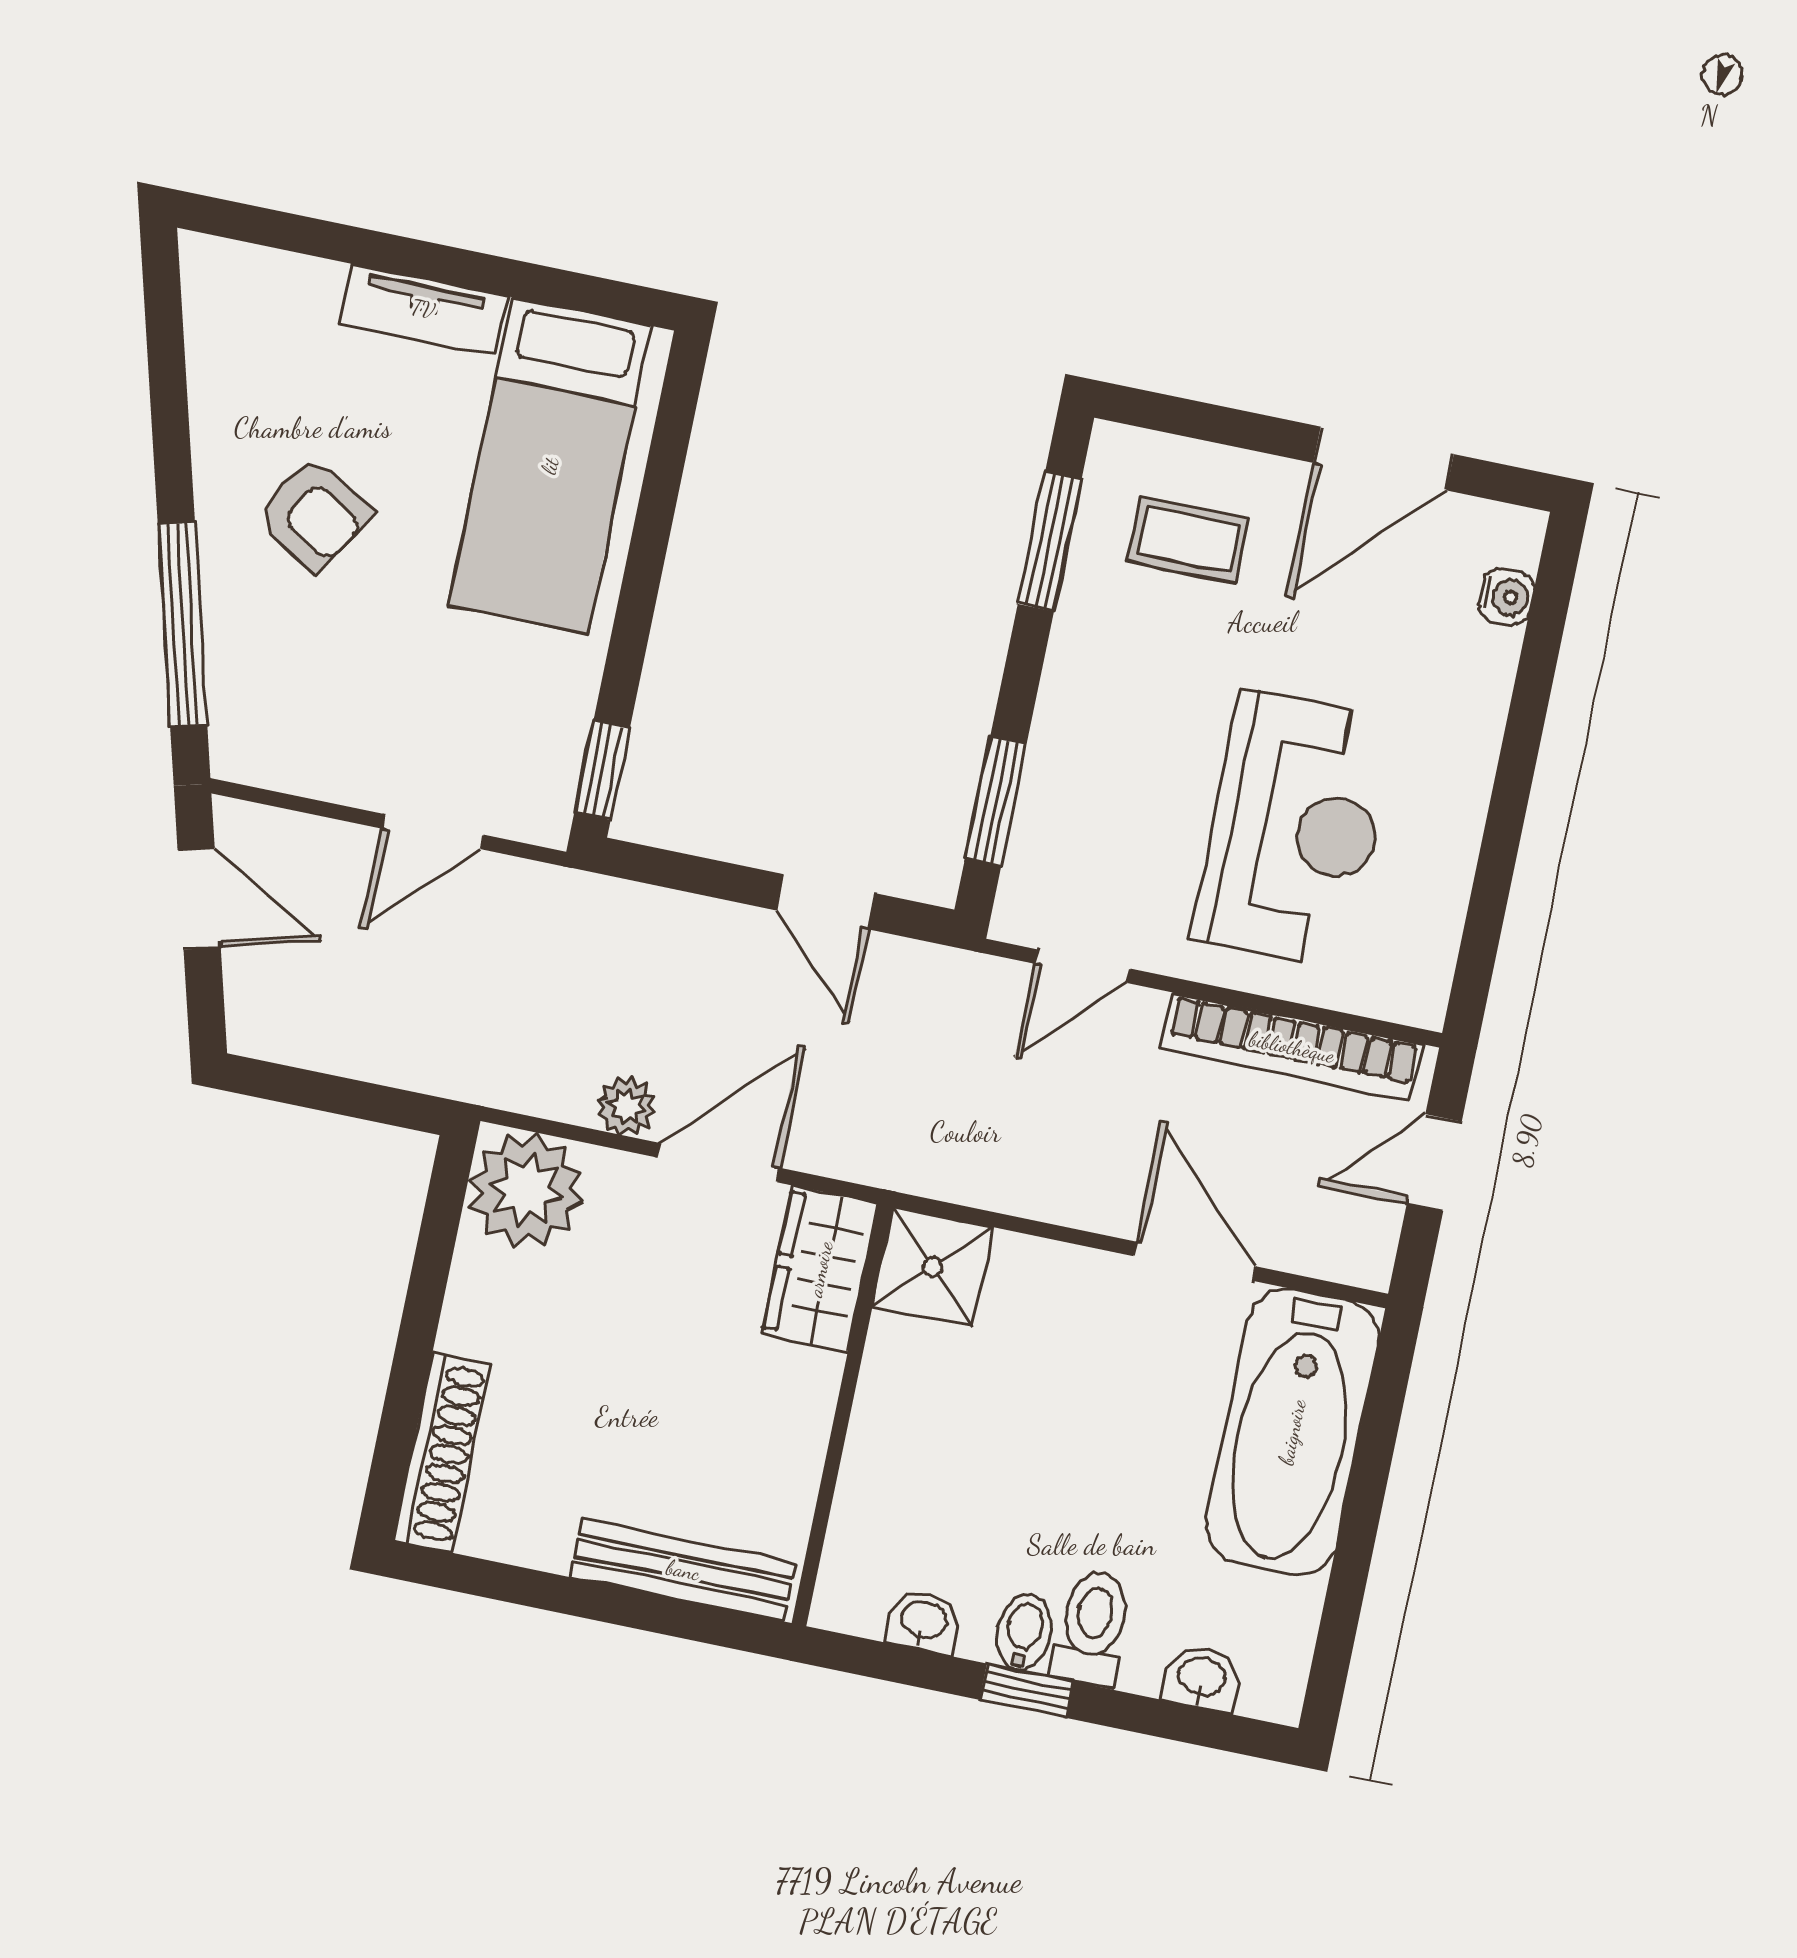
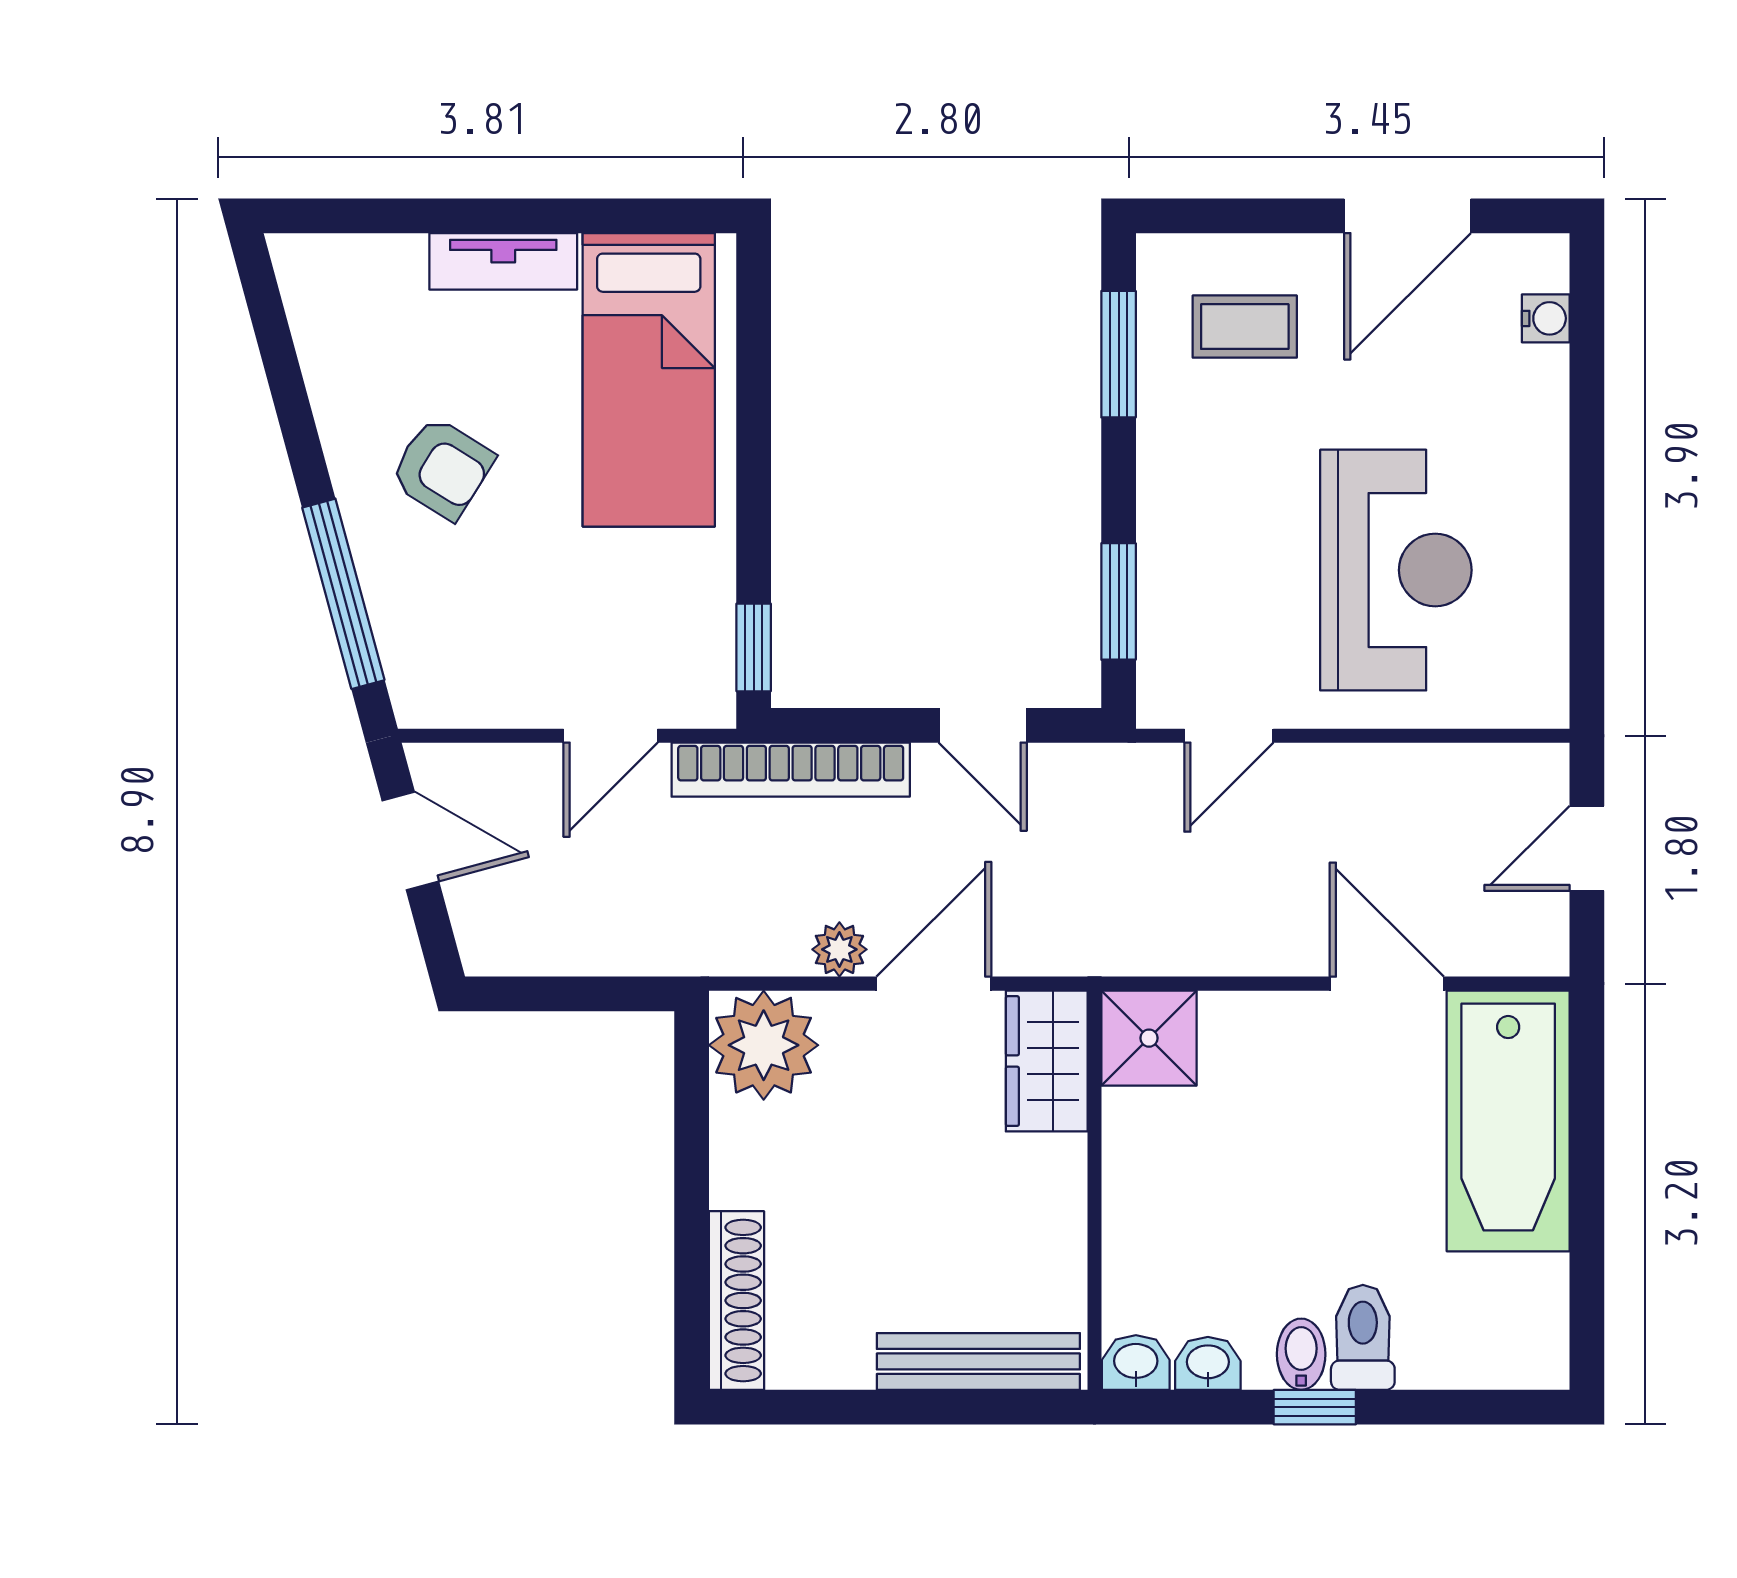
bookcase: (1292, 1047) -> (791, 770), moved
washbasin: (1202, 1678) -> (1136, 1363), moved

